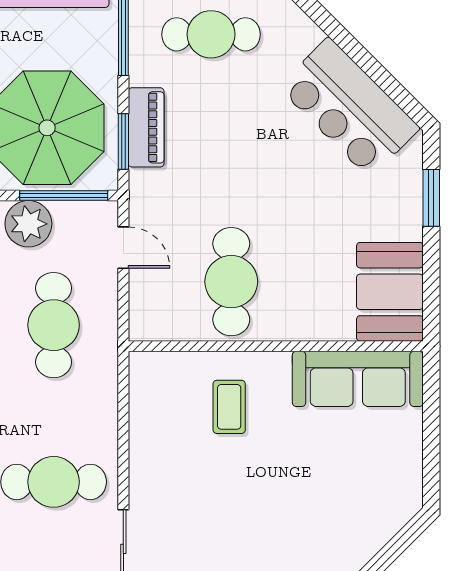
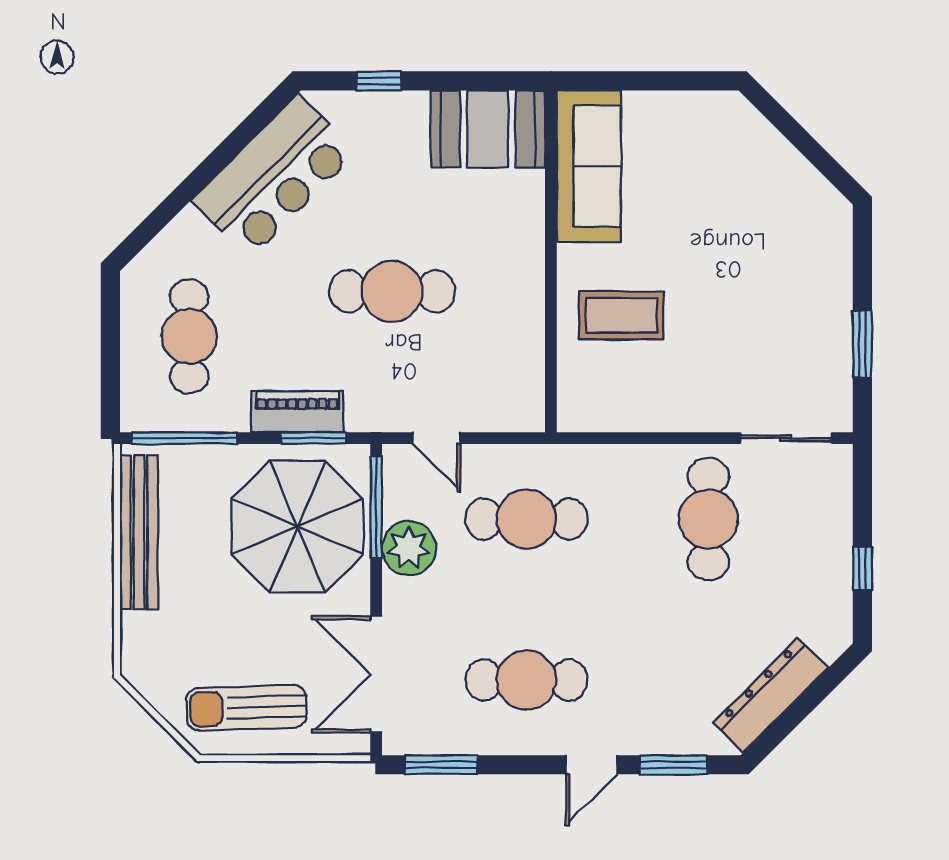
window: (431, 198) -> (379, 81), width x0.67
door: (123, 248) -> (437, 438), swing flipped
cafe table: (231, 282) -> (392, 291), moved
coffee table: (229, 407) -> (621, 315), width x1.36, depth x1.30

